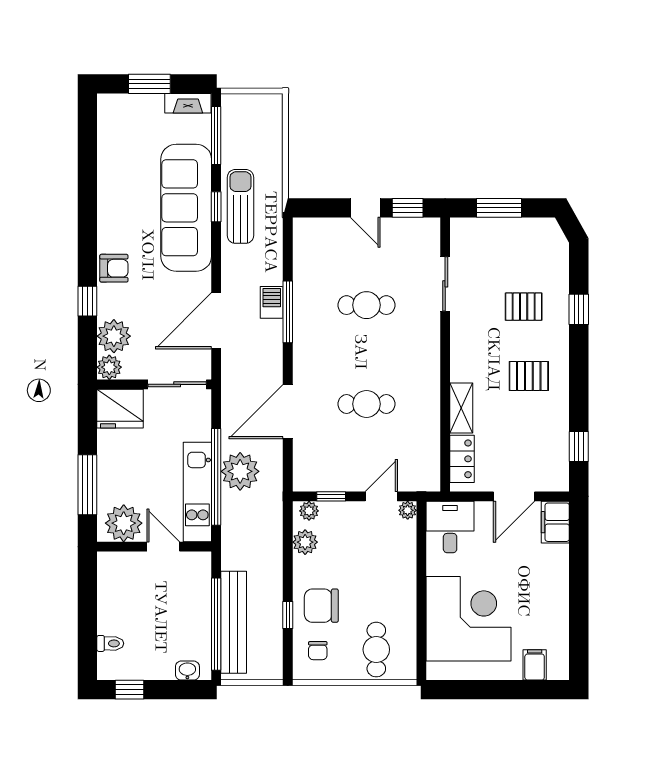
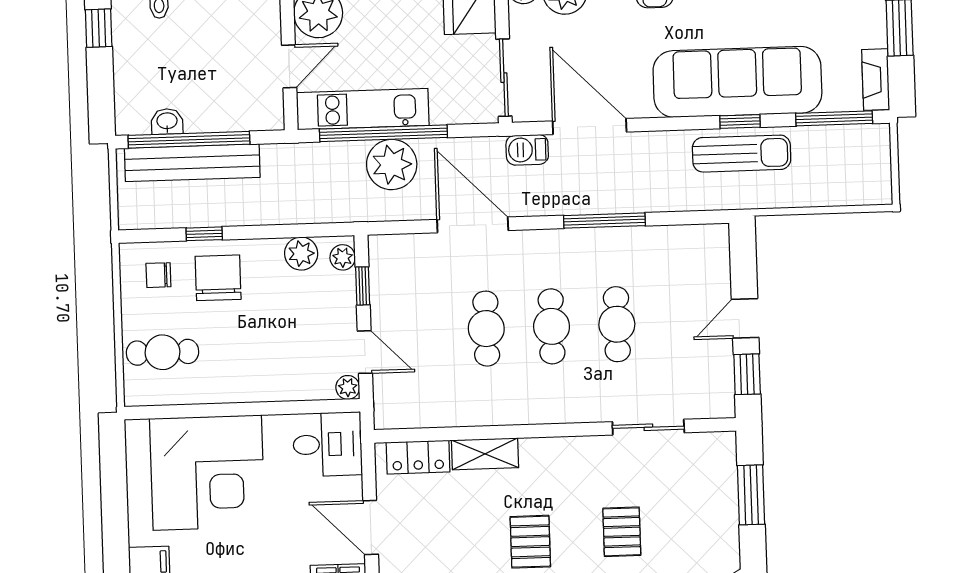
barbecue: (272, 302) -> (527, 150), moved, turned 180
cafe table: (366, 355) -> (552, 326), added
washbasin: (187, 671) -> (167, 121), moved, turned -90

